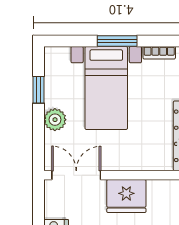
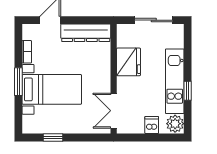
plant: (55, 120) -> (74, 126), removed
fridge: (126, 196) -> (129, 62), moved

